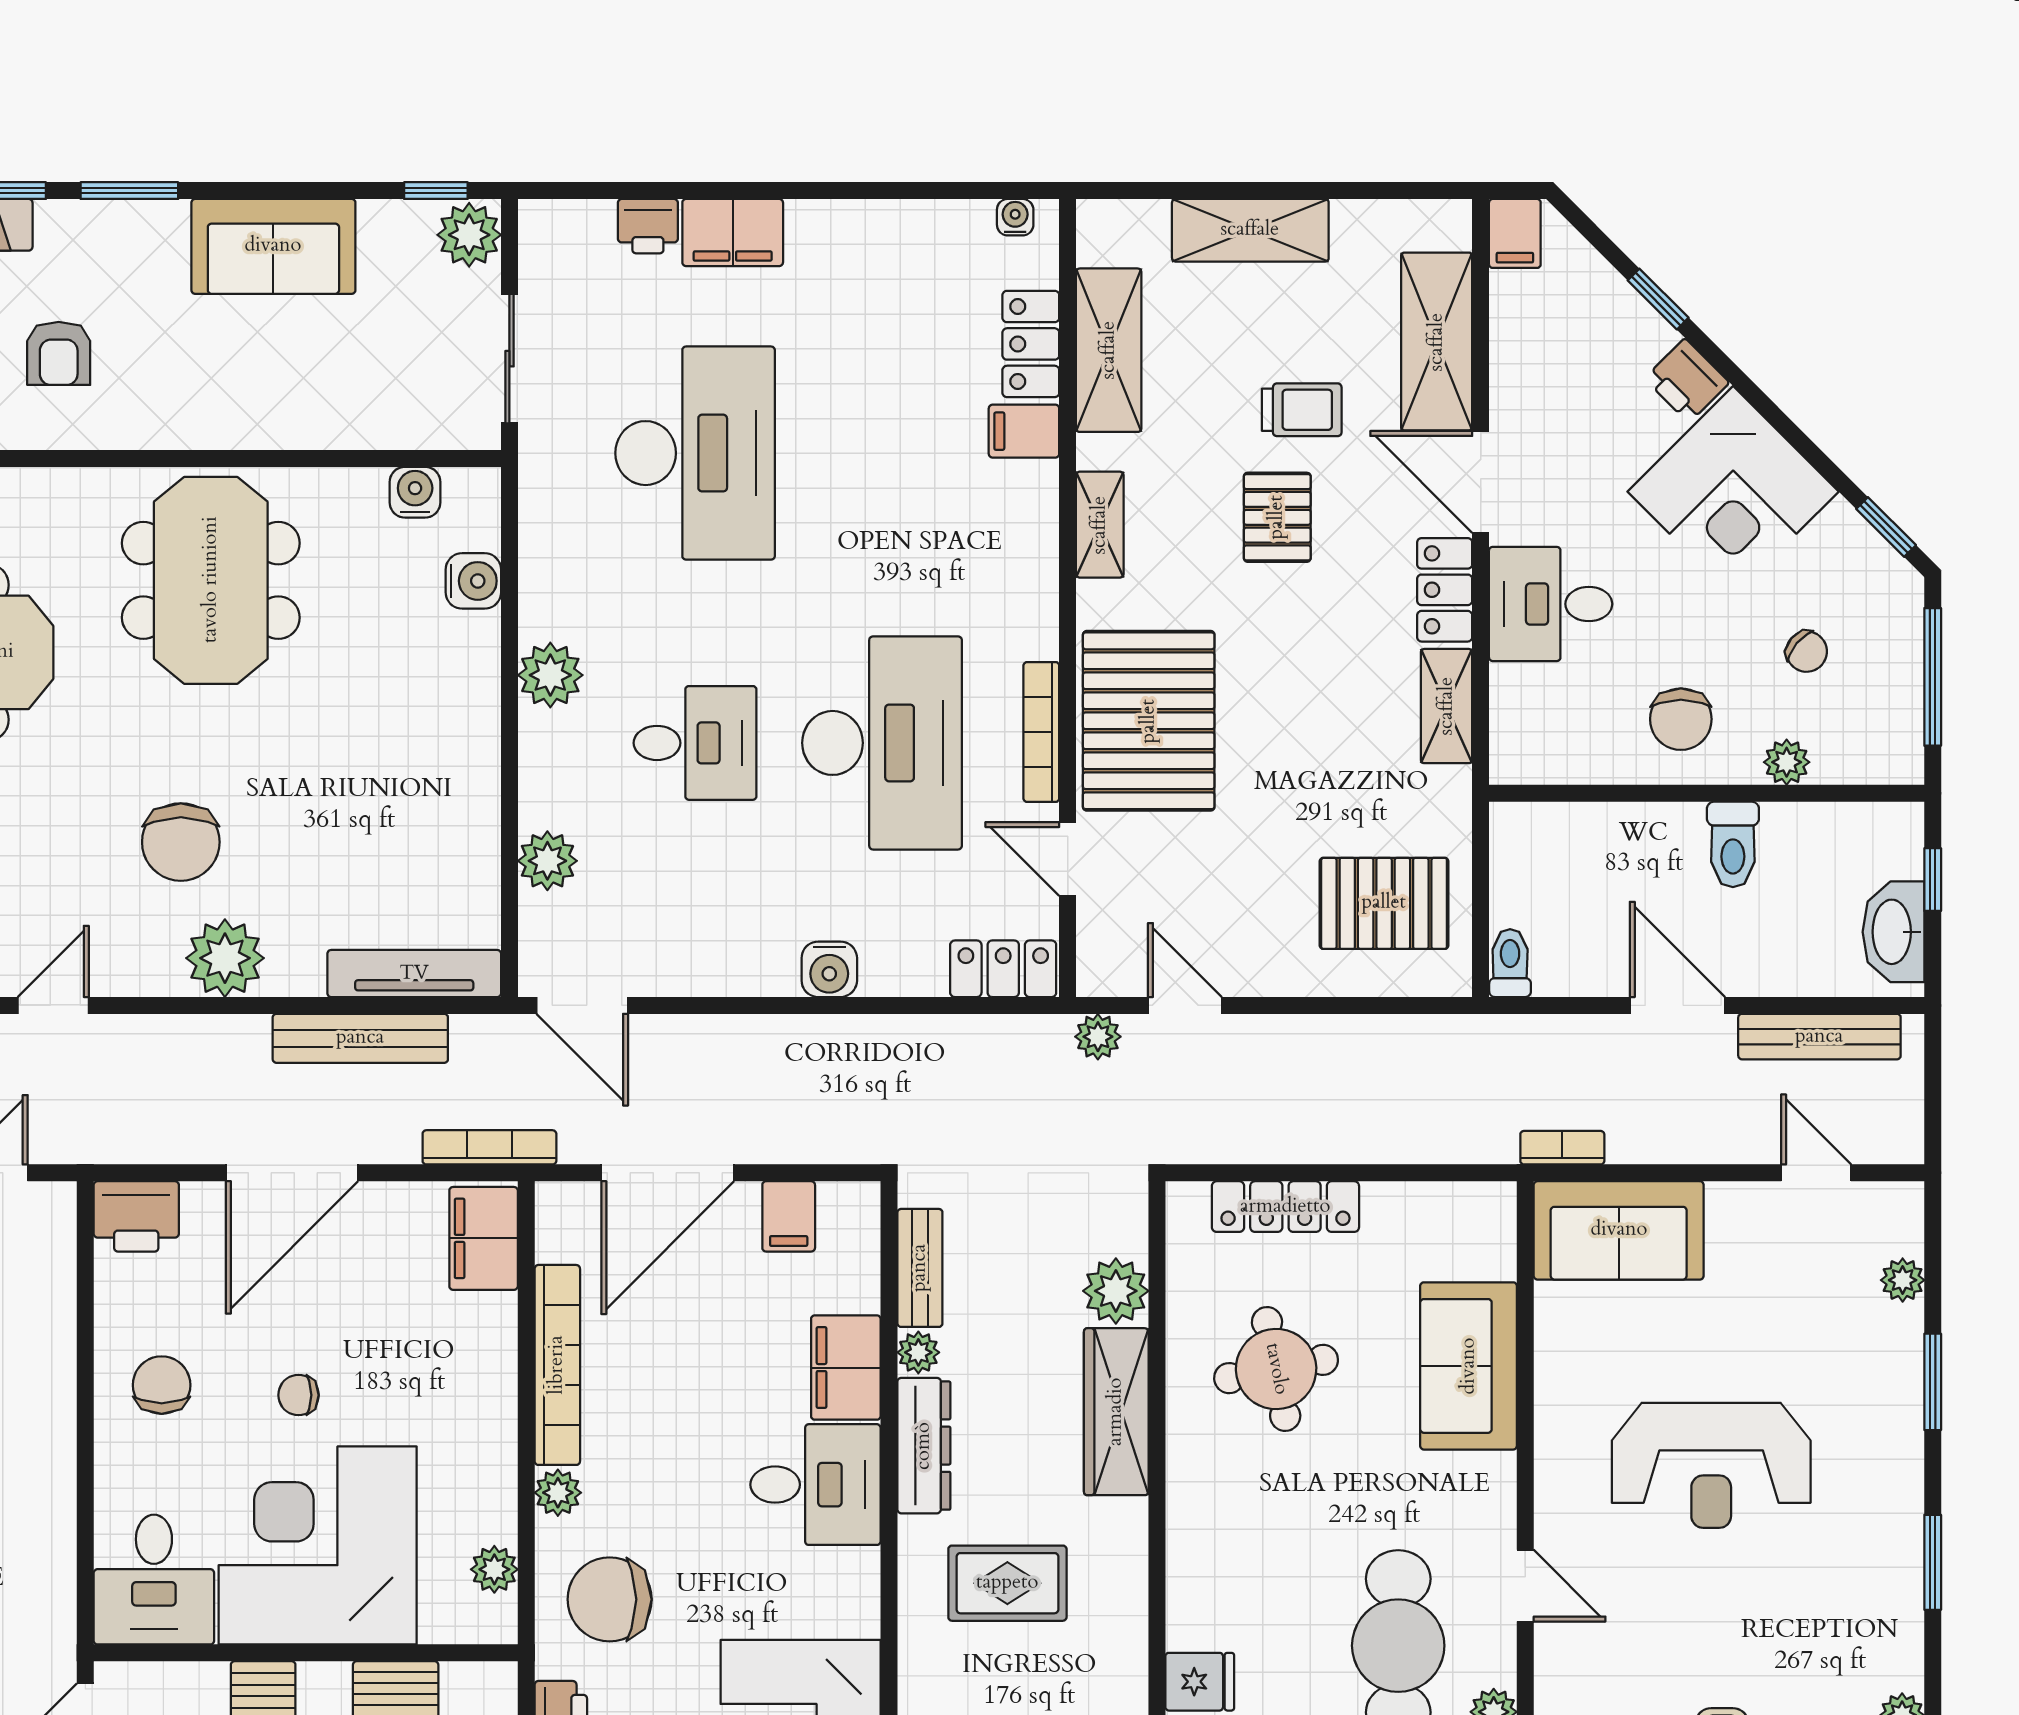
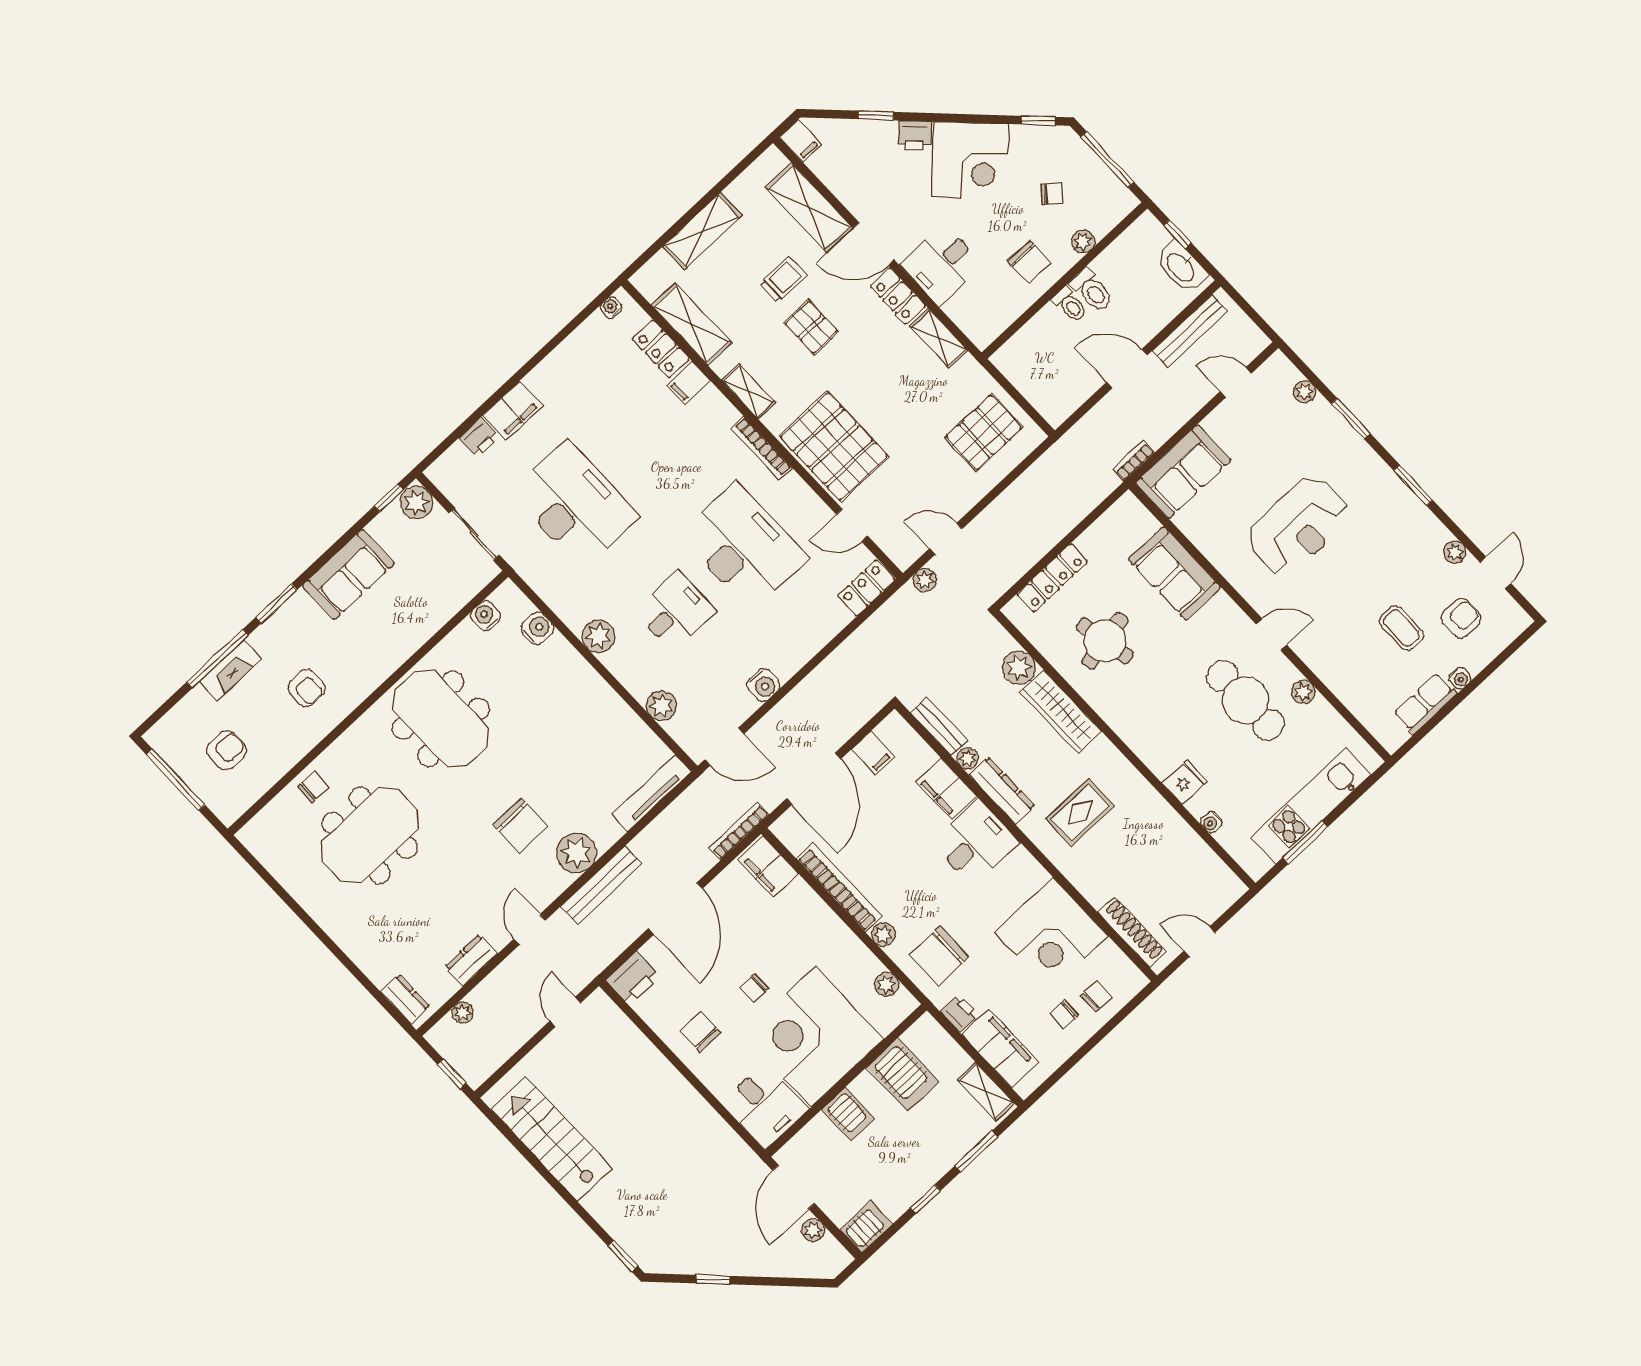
bookcase: (1041, 732) -> (761, 448), moved
toilet: (1510, 963) -> (1070, 305), moved, turned 180
water cooler: (829, 969) -> (764, 685), moved
bench: (360, 1038) -> (601, 885), moved

